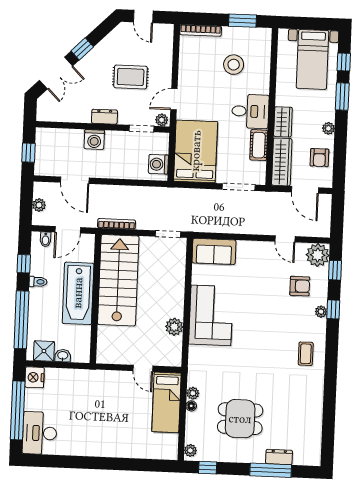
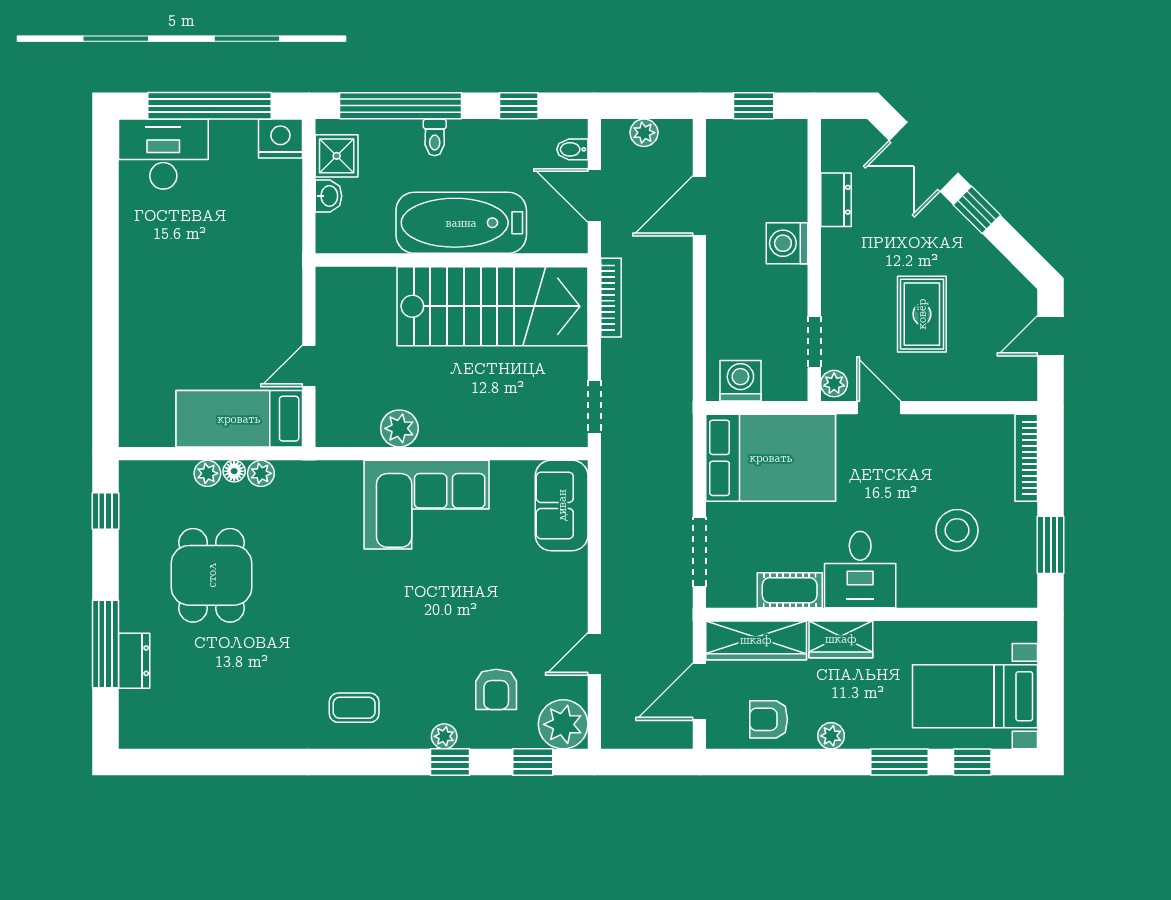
dresser: (105, 117) -> (836, 200), moved
toilet: (38, 282) -> (435, 137), moved
plant: (190, 450) -> (207, 473), moved

